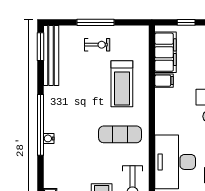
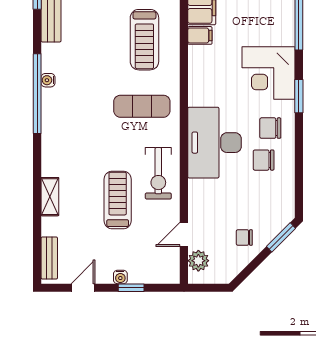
water cooler: (49, 138) -> (48, 80), moved

